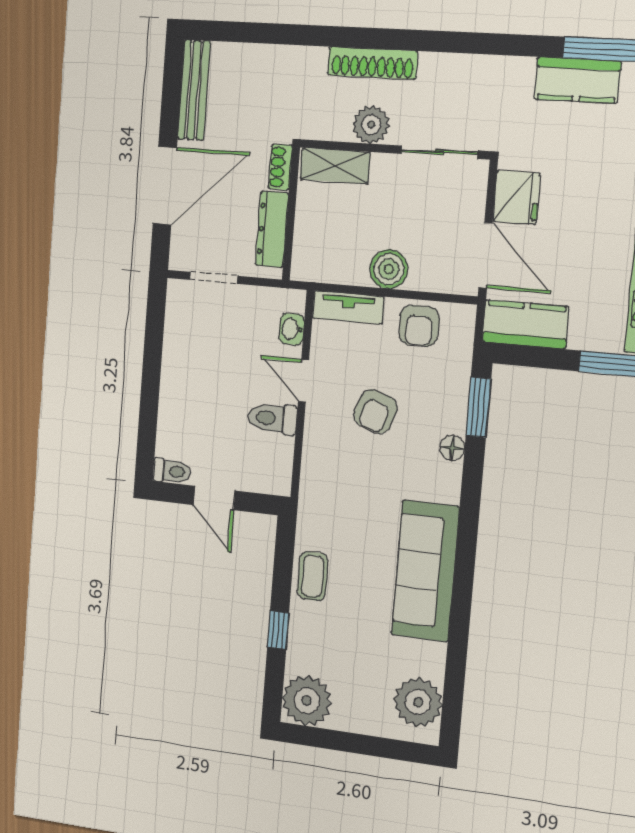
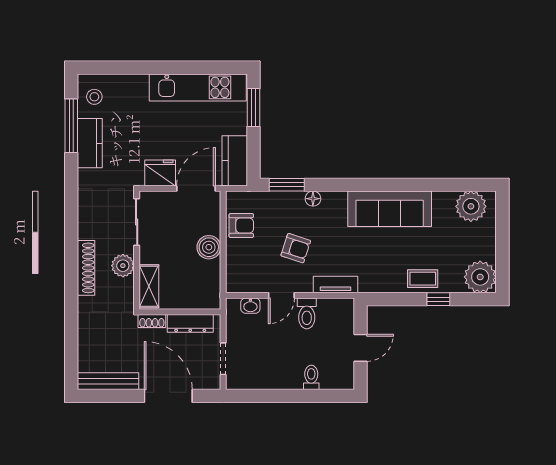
tv unit: (348, 307) -> (335, 285), moved, turned -90
toilet: (172, 471) -> (311, 377), moved
coffee table: (313, 576) -> (423, 279), moved

